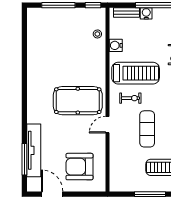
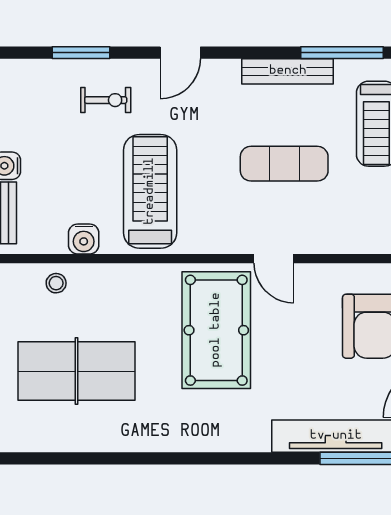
table tennis table: (61, 42) -> (77, 371), added
exercise bike: (130, 98) -> (210, 204), removed

